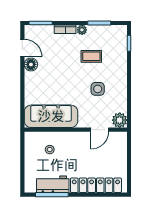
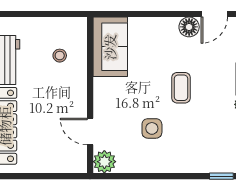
coffee table: (91, 56) -> (181, 88), moved
sofa: (51, 116) -> (110, 47), width x0.73

